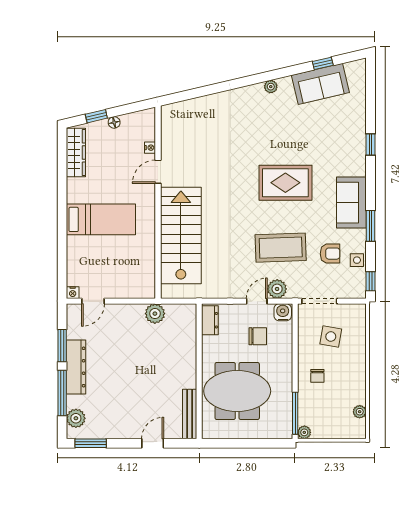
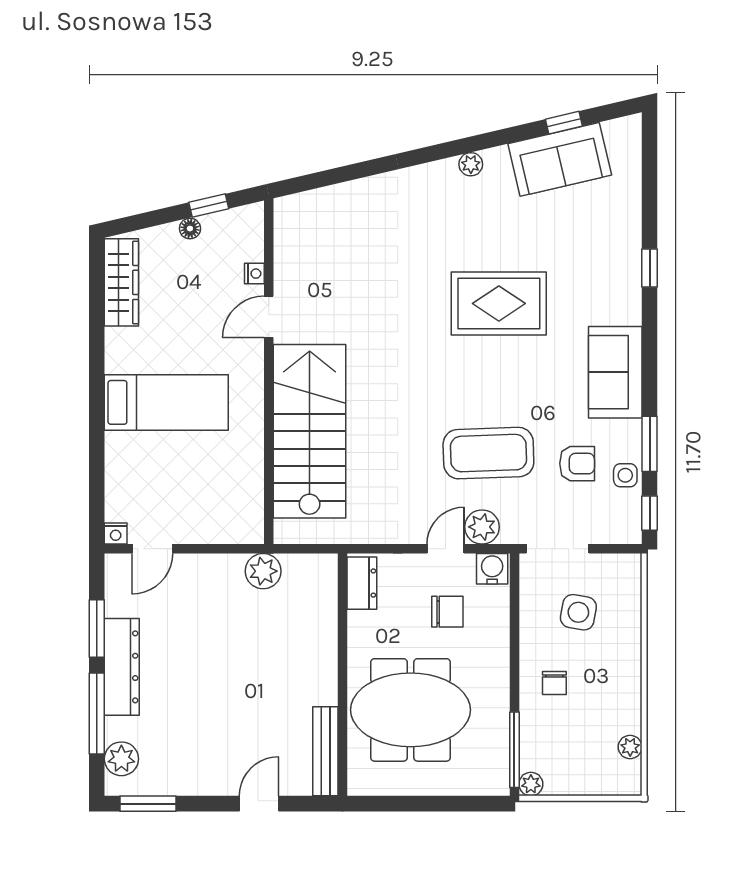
window: (96, 116) -> (209, 205), moved
rug: (285, 183) -> (499, 303), moved
window: (370, 226) -> (650, 444), moved

